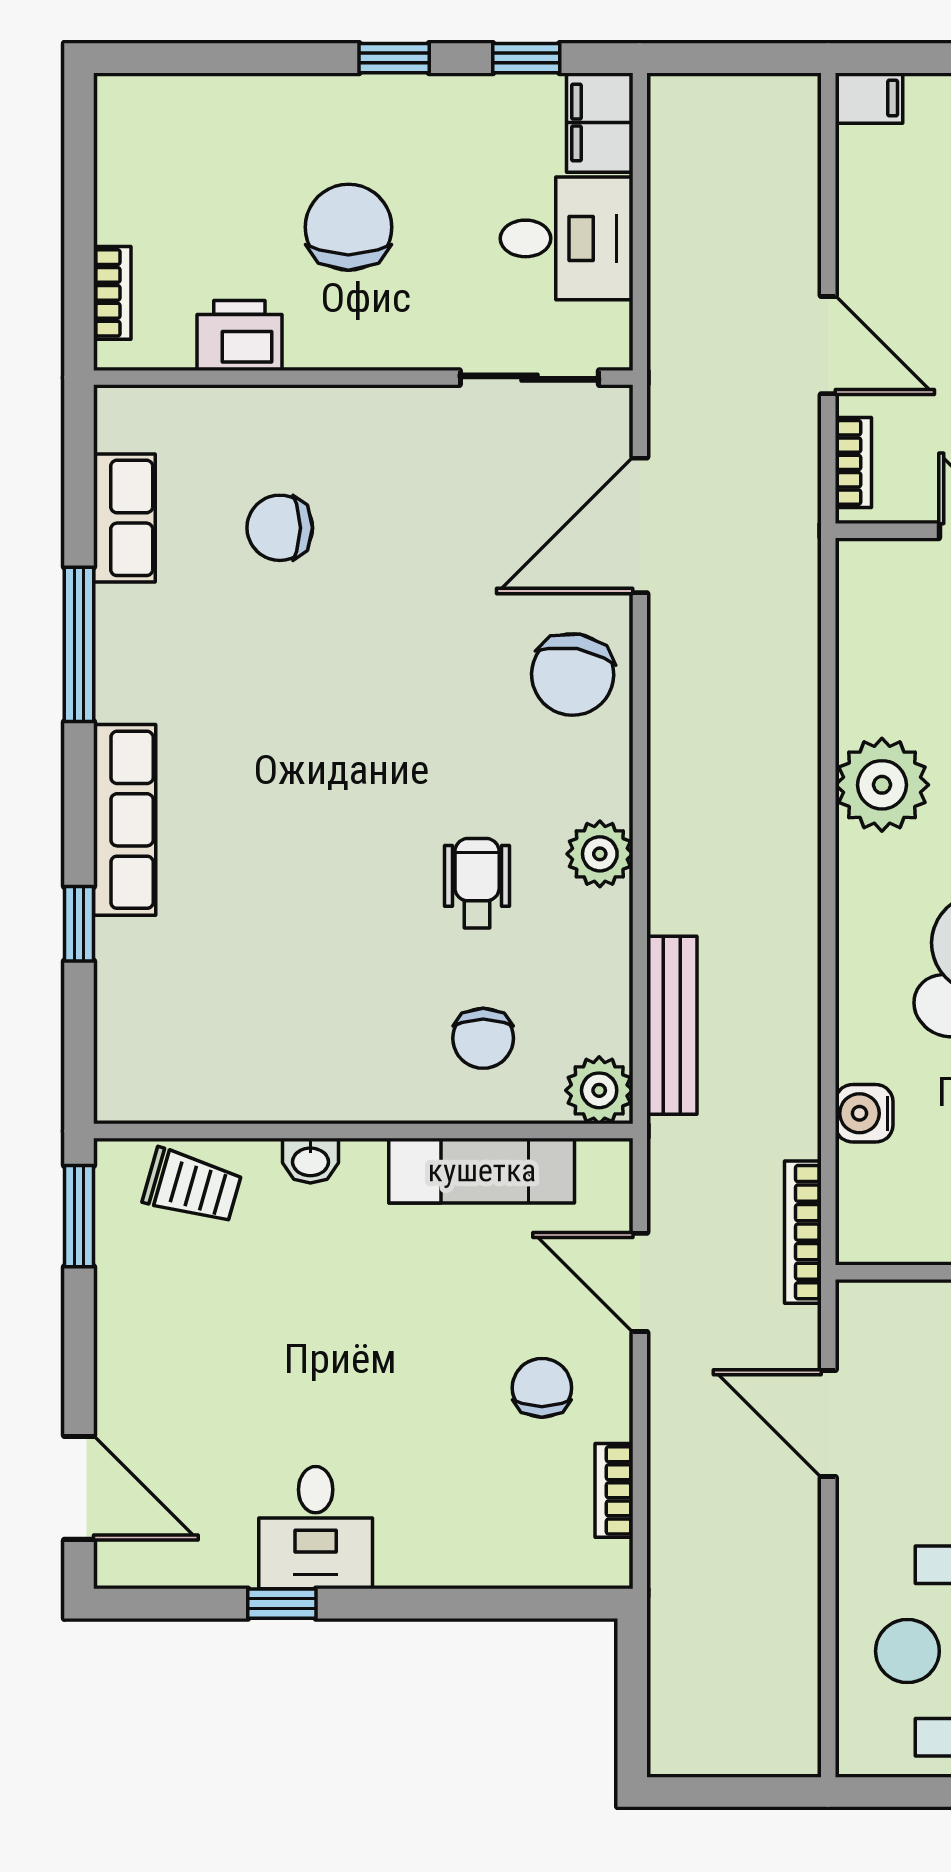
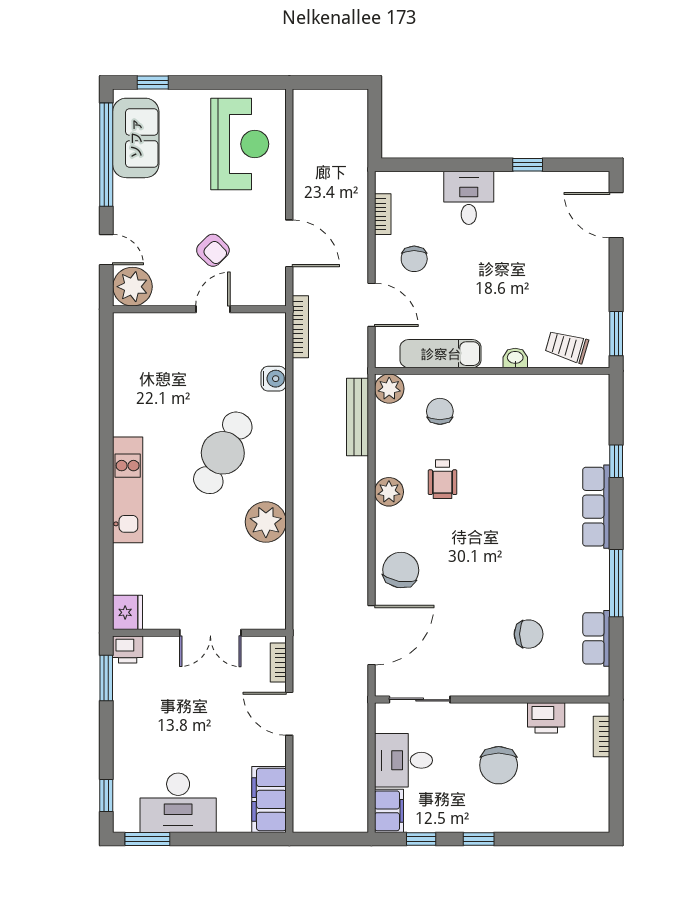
filing cabinet: (869, 98) -> (269, 799), width x3.00, depth x1.17
desk: (316, 1528) -> (469, 198), moved

